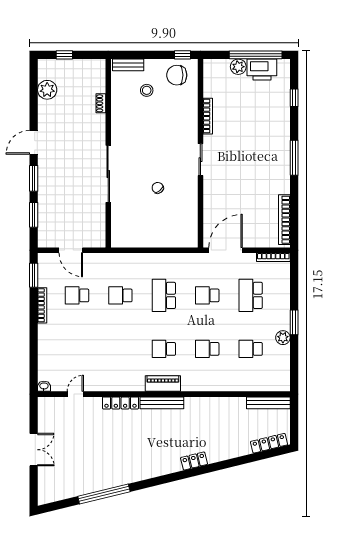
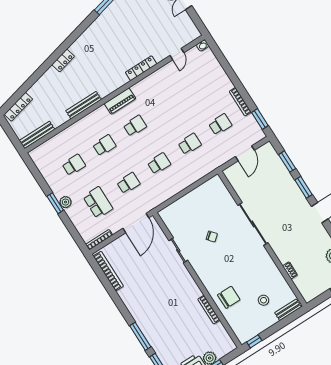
chair: (177, 75) -> (229, 297), moved
window: (294, 158) -> (140, 336), moved
sliding door: (200, 160) -> (178, 250), moved
door: (71, 250) -> (245, 153), swing flipped
school desk: (164, 295) -> (159, 163), width x0.54
plant: (283, 338) -> (65, 202), moved
bench: (162, 403) -> (84, 105), moved

